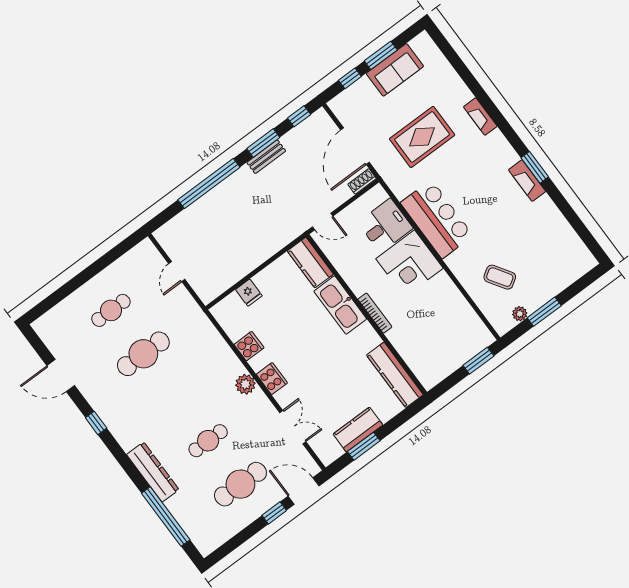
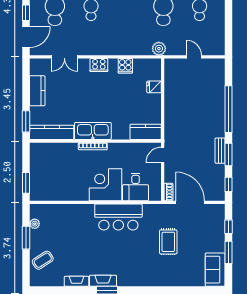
sofa: (395, 70) -> (215, 270), moved
fireplace: (480, 116) -> (76, 281), moved
rug: (422, 137) -> (168, 242), width x0.73, depth x0.70
coffee table: (500, 277) -> (43, 260), moved
kitchen sink: (340, 305) -> (93, 131), moved
plant: (245, 384) -> (159, 49), moved
window: (364, 446) -> (26, 121), moved

